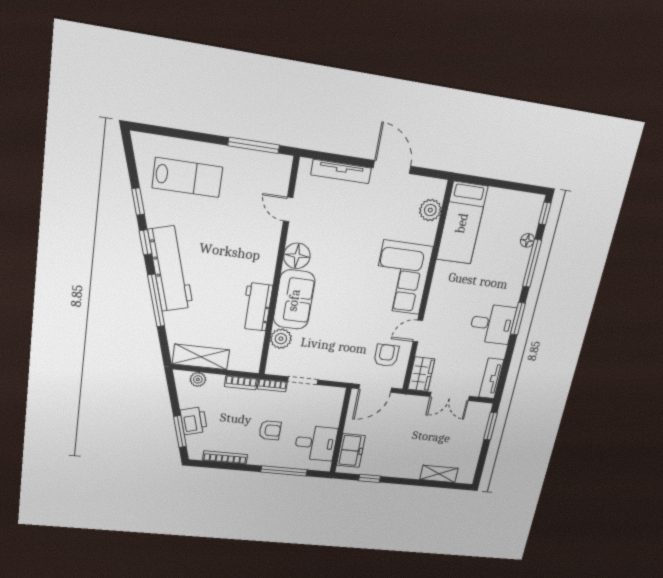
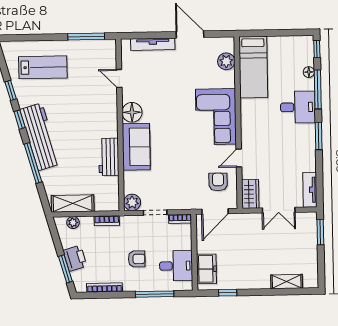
desk: (492, 324) -> (298, 107), moved
plant: (281, 339) -> (132, 202), moved
bookcase: (272, 385) -> (180, 219), moved

